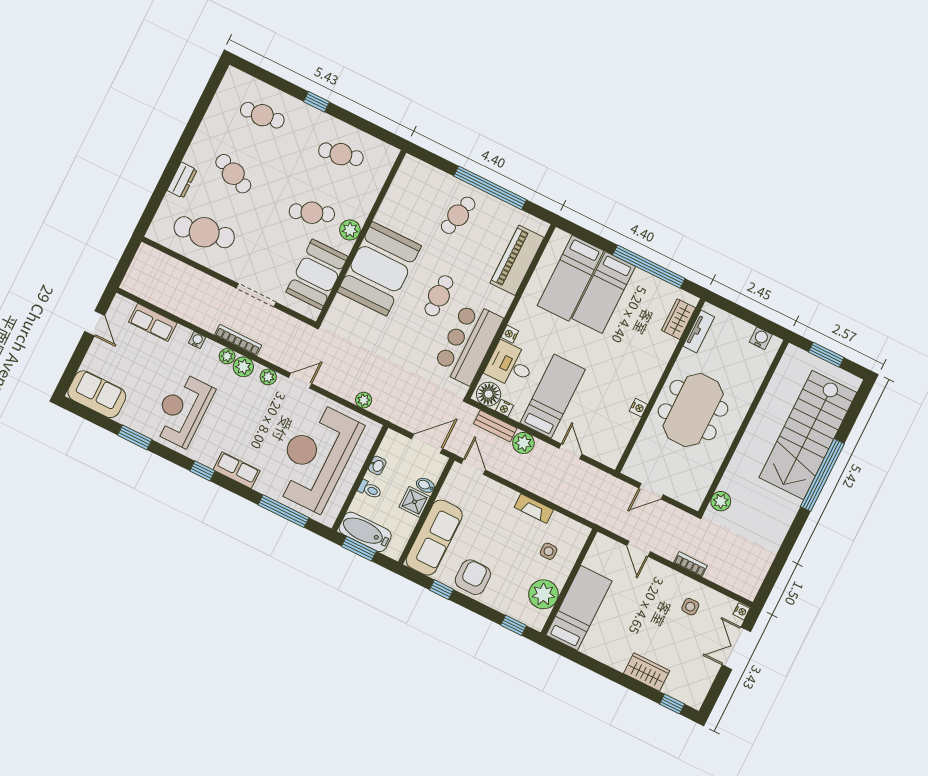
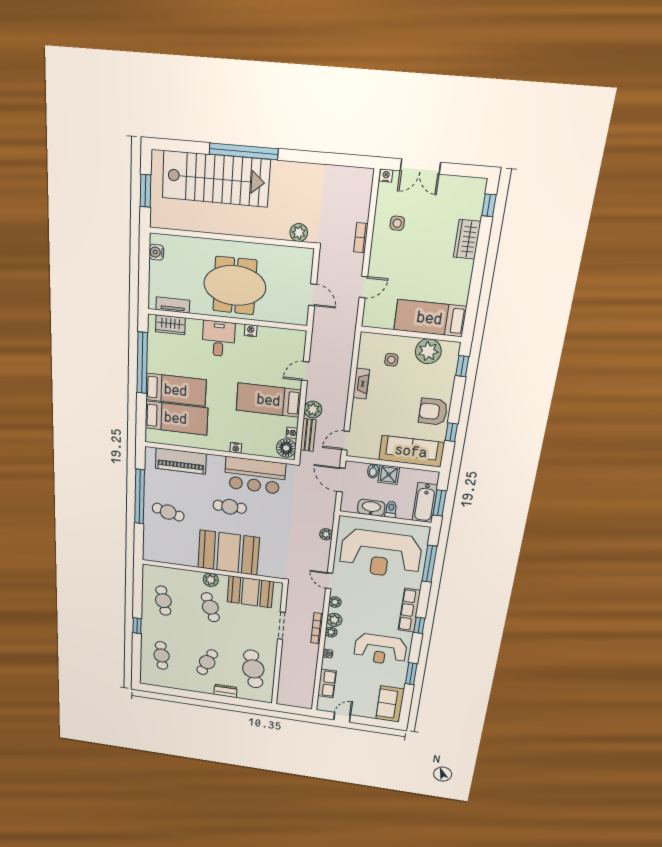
desk: (510, 365) -> (219, 339), moved, turned 180
washbasin: (377, 465) -> (371, 508), width x1.91, depth x1.45
row of seats: (237, 470) -> (409, 610), width x1.48

